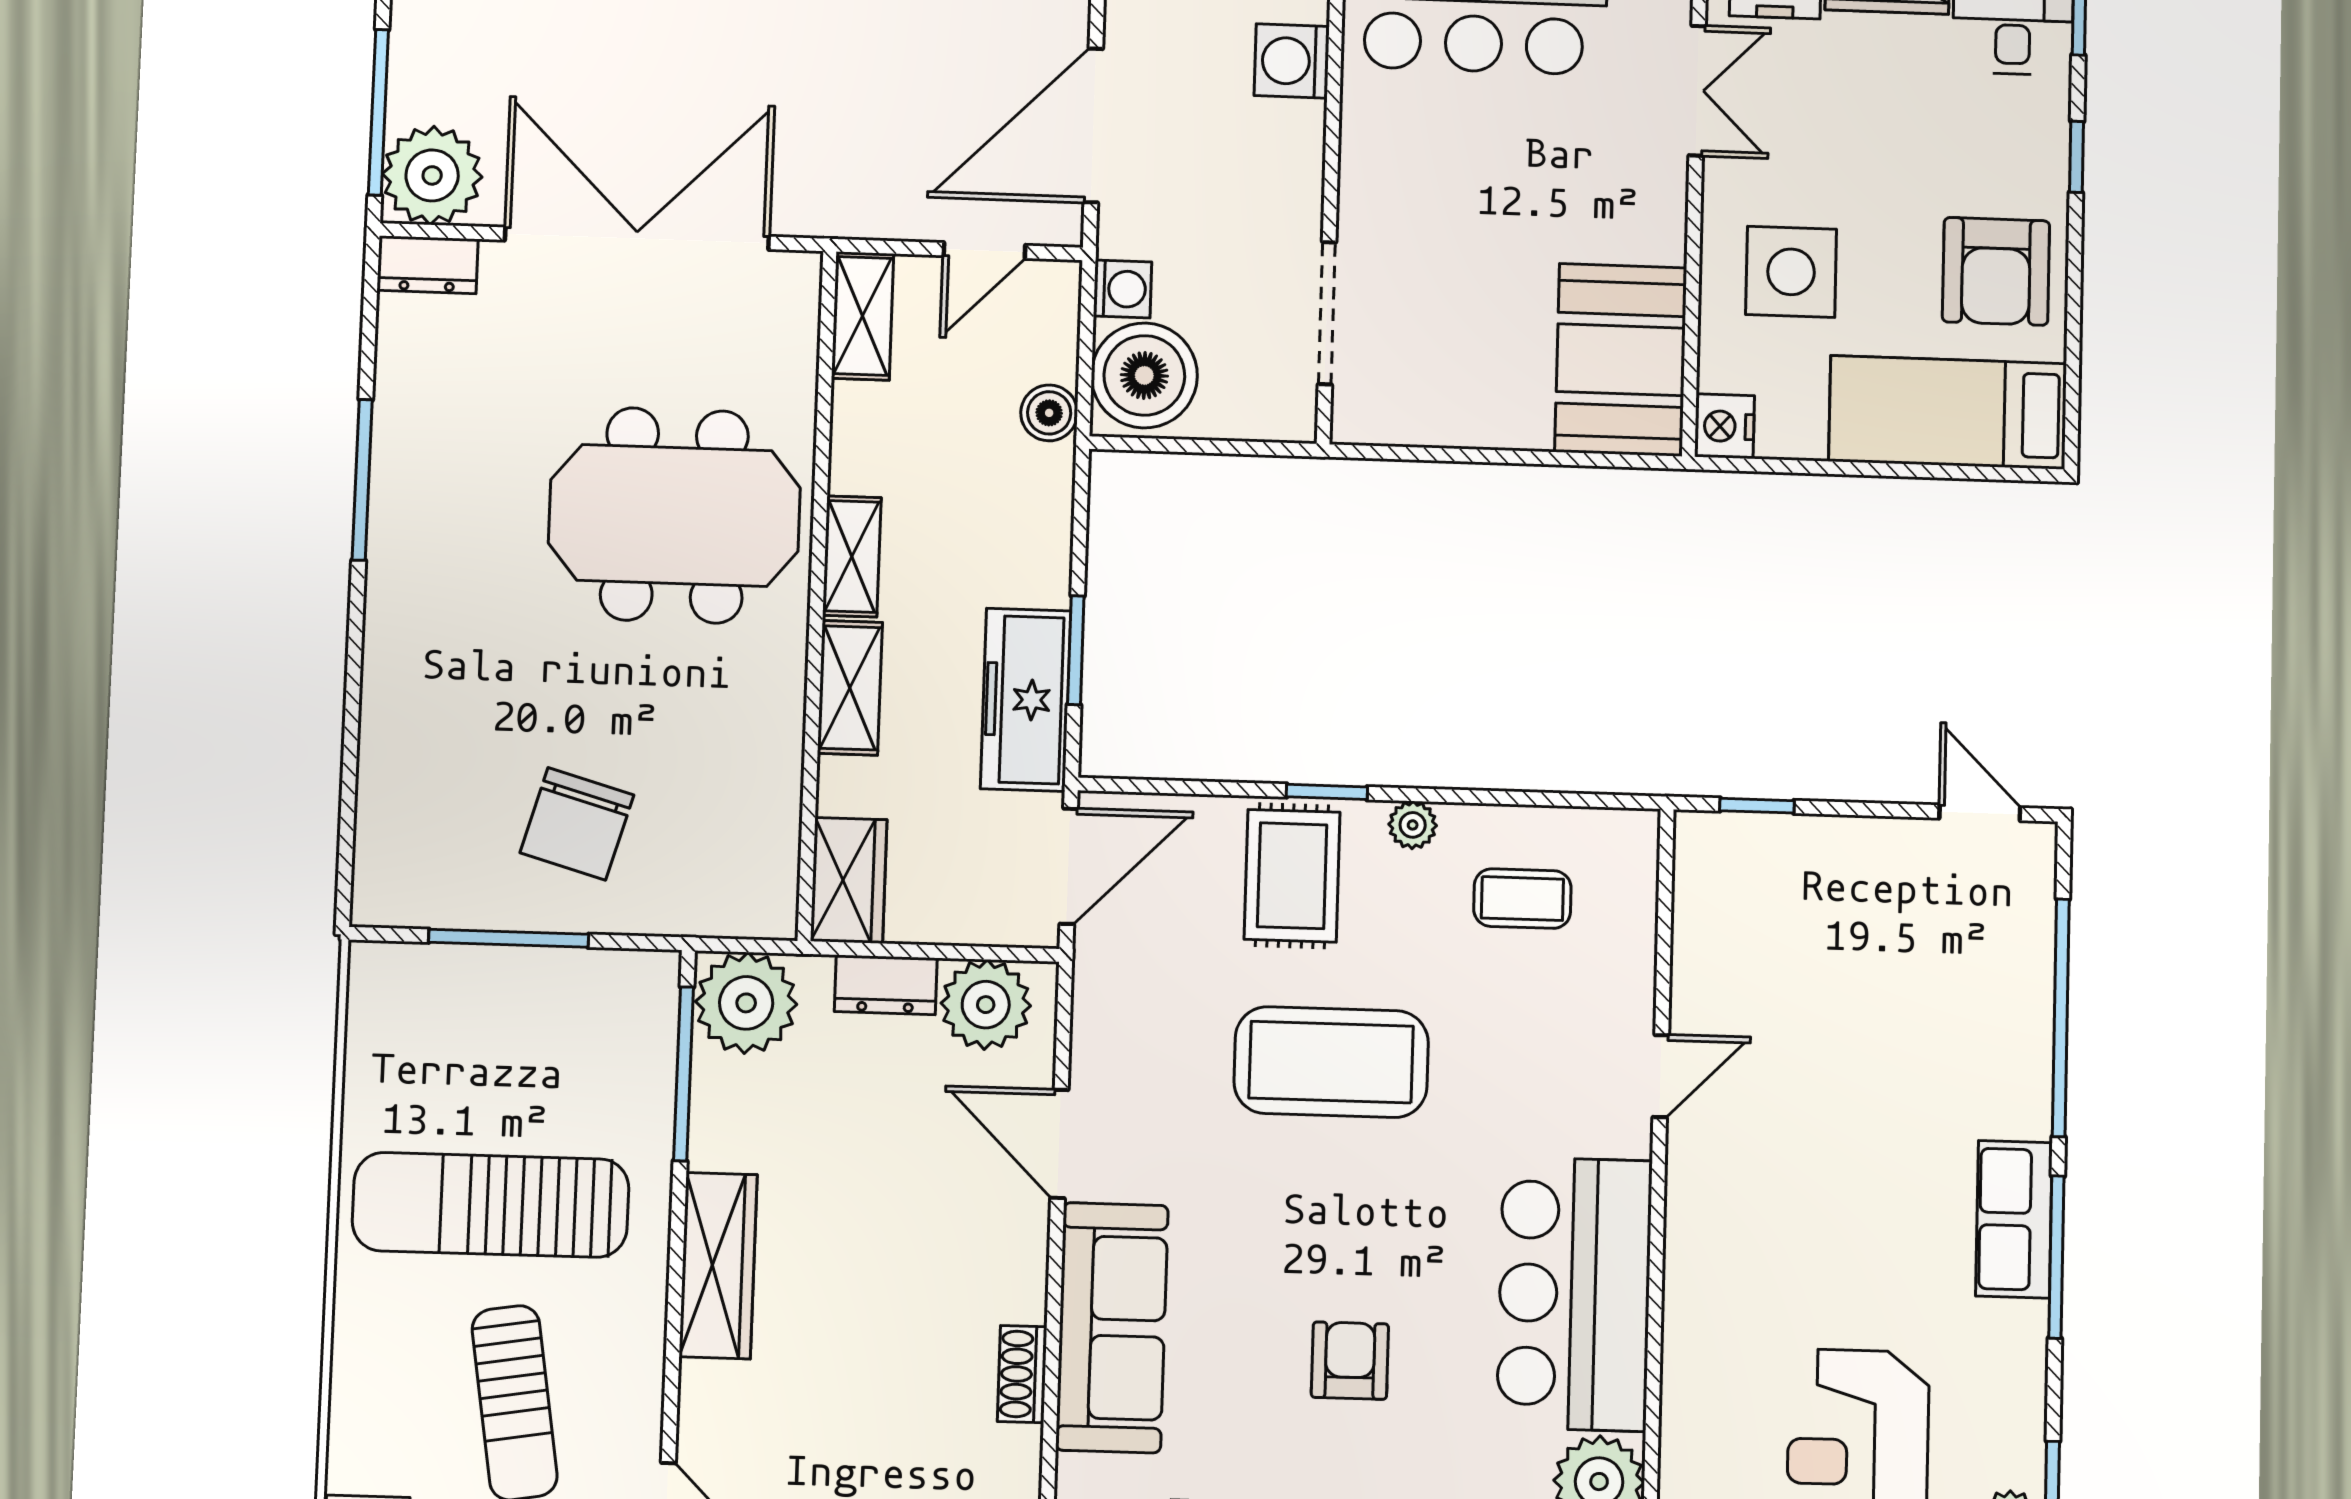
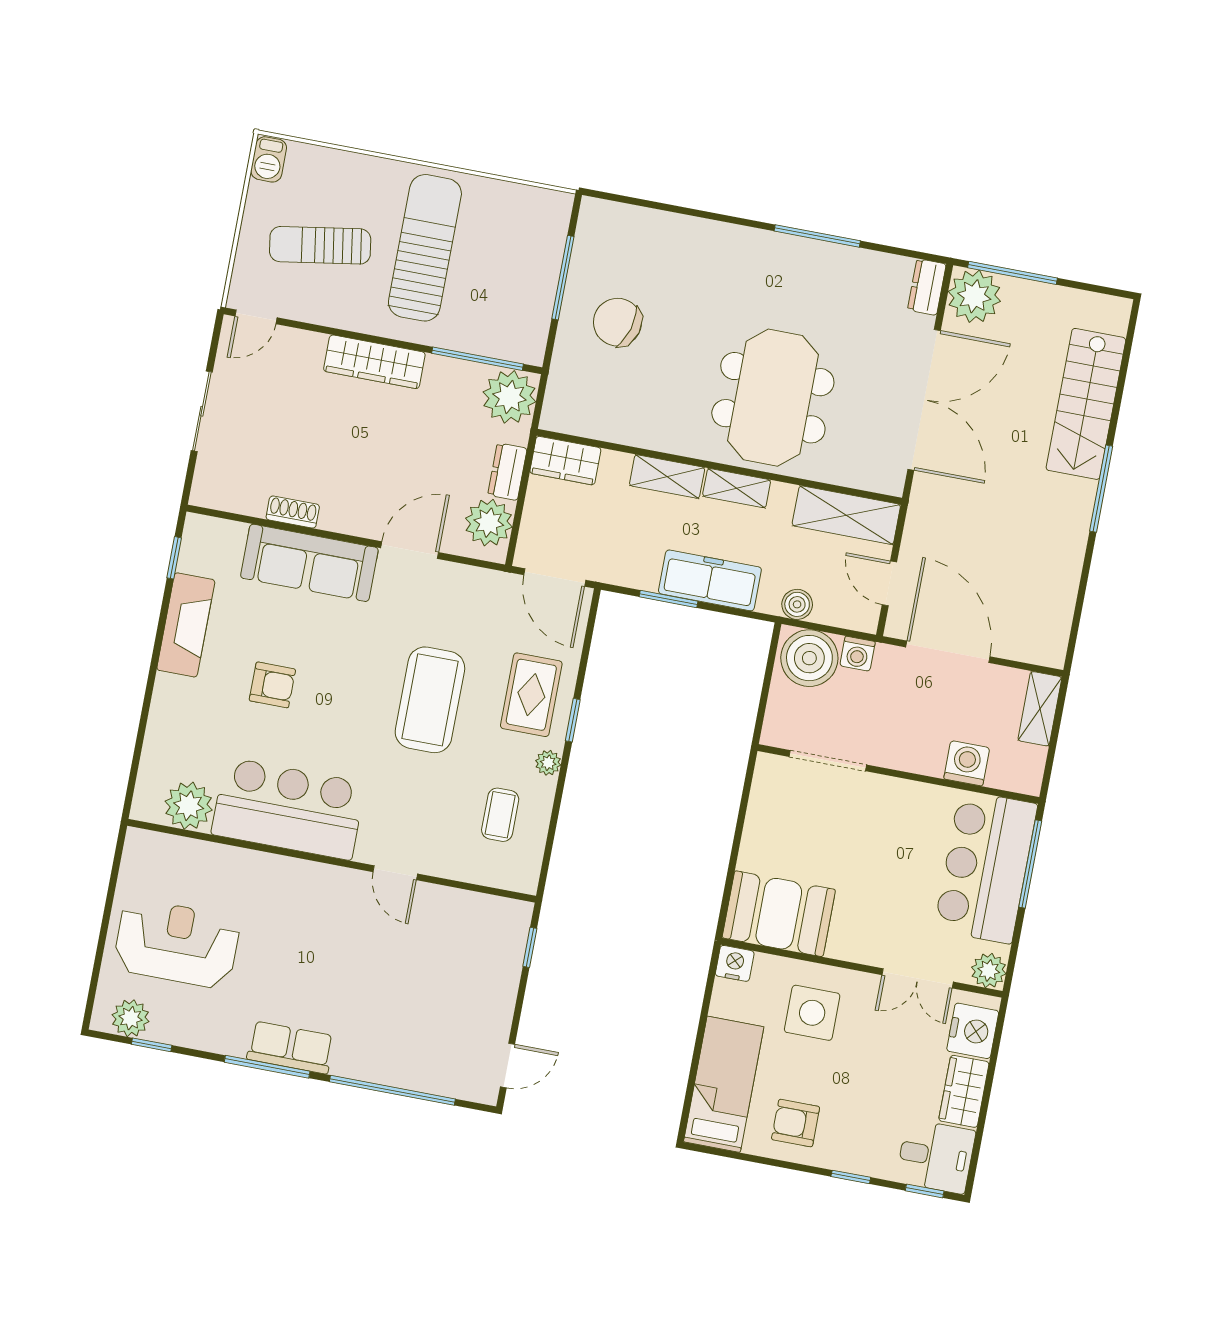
armchair: (1996, 271) -> (796, 1123), width x0.72, depth x0.72
shelving: (863, 316) -> (846, 515), width x1.50, depth x1.33
freezer: (1026, 700) -> (710, 580), moved
rug: (1292, 876) -> (531, 695), turned 90

